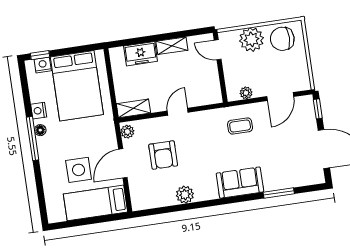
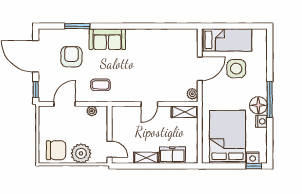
floor lamp: (40, 130) -> (258, 105), width x1.89, depth x1.89
armchair: (163, 155) -> (71, 57), moved
plant: (185, 195) -> (153, 36), removed

